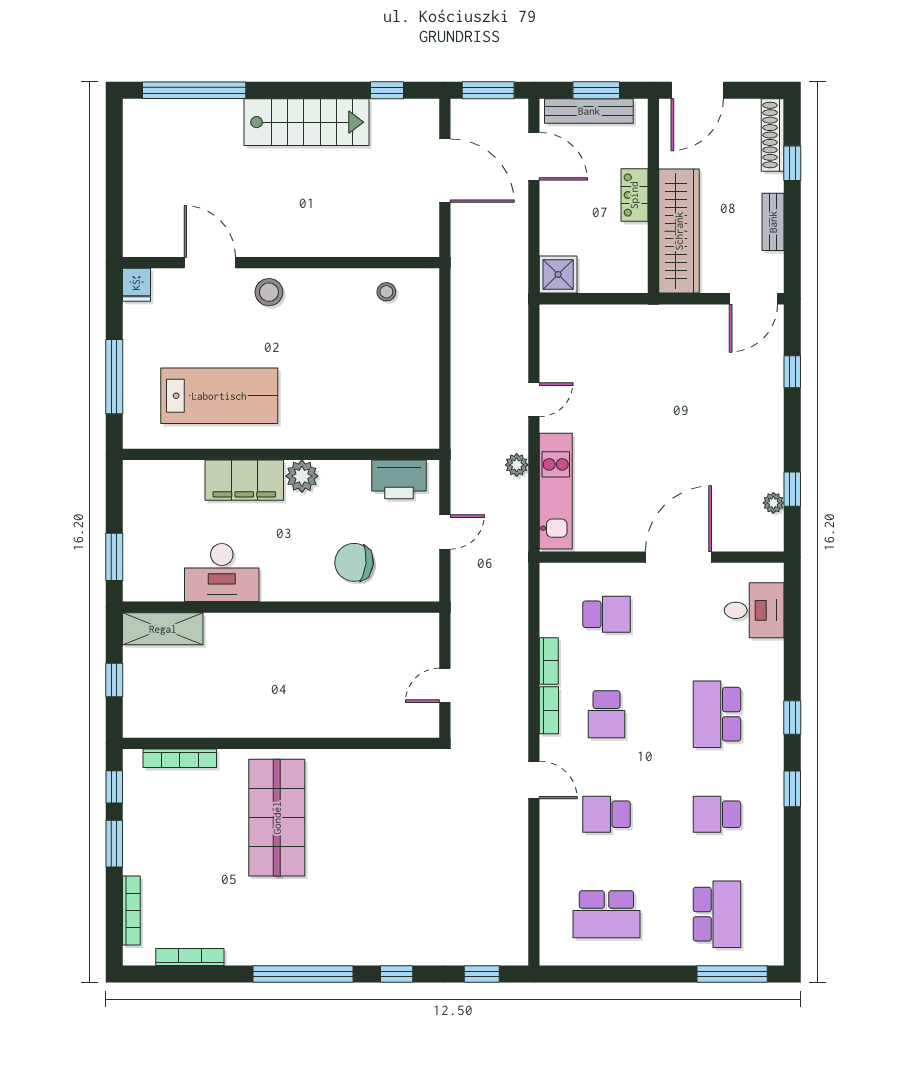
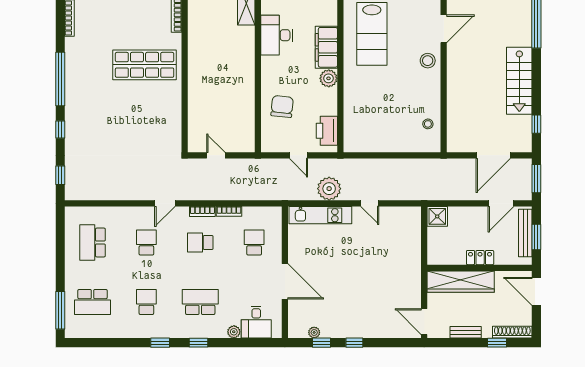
window: (792, 372) -> (354, 343), moved
plant: (517, 465) -> (329, 189), width x1.88, depth x1.88
school desk: (606, 614) -> (254, 243), turned 180
plant: (772, 652) -> (234, 332), added

